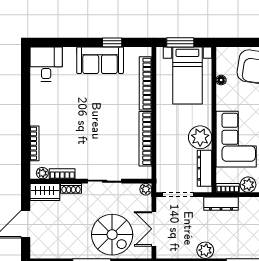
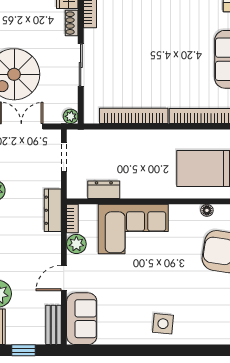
plant: (200, 137) -> (136, 184), removed
dresser: (205, 168) -> (104, 190), width x0.70
doorway: (178, 195) -> (64, 157), width x0.73

